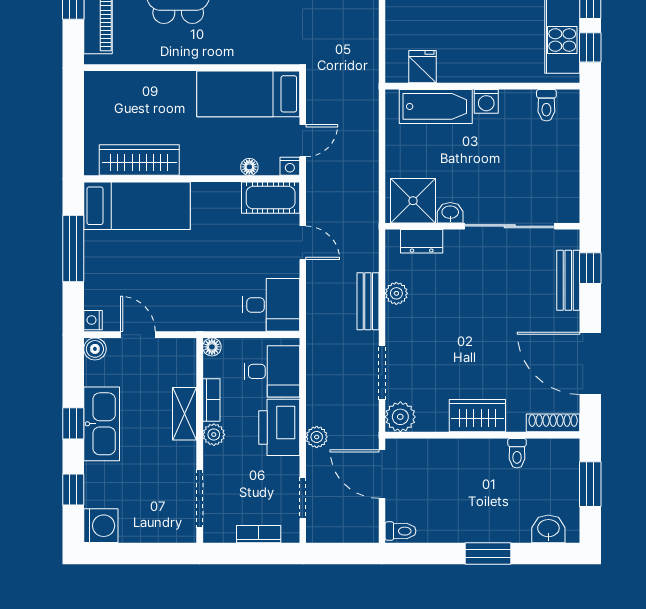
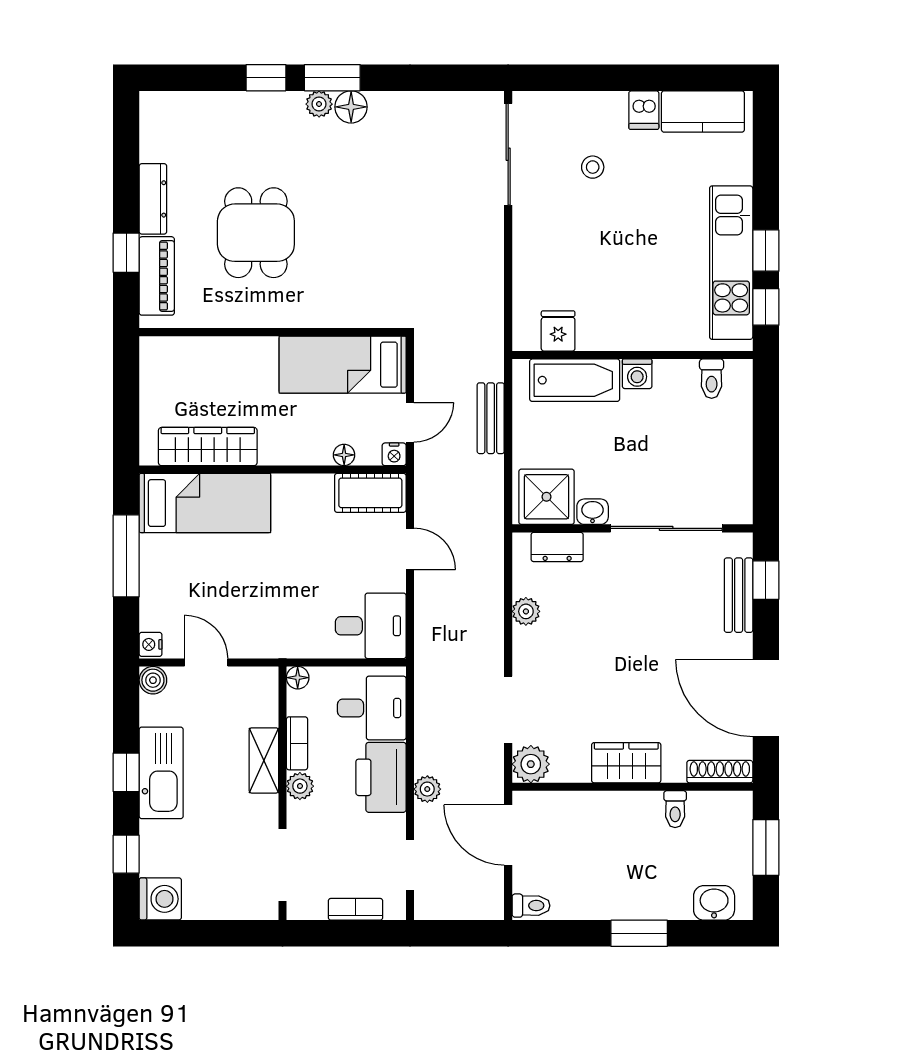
bench: (368, 301) -> (491, 418), moved

